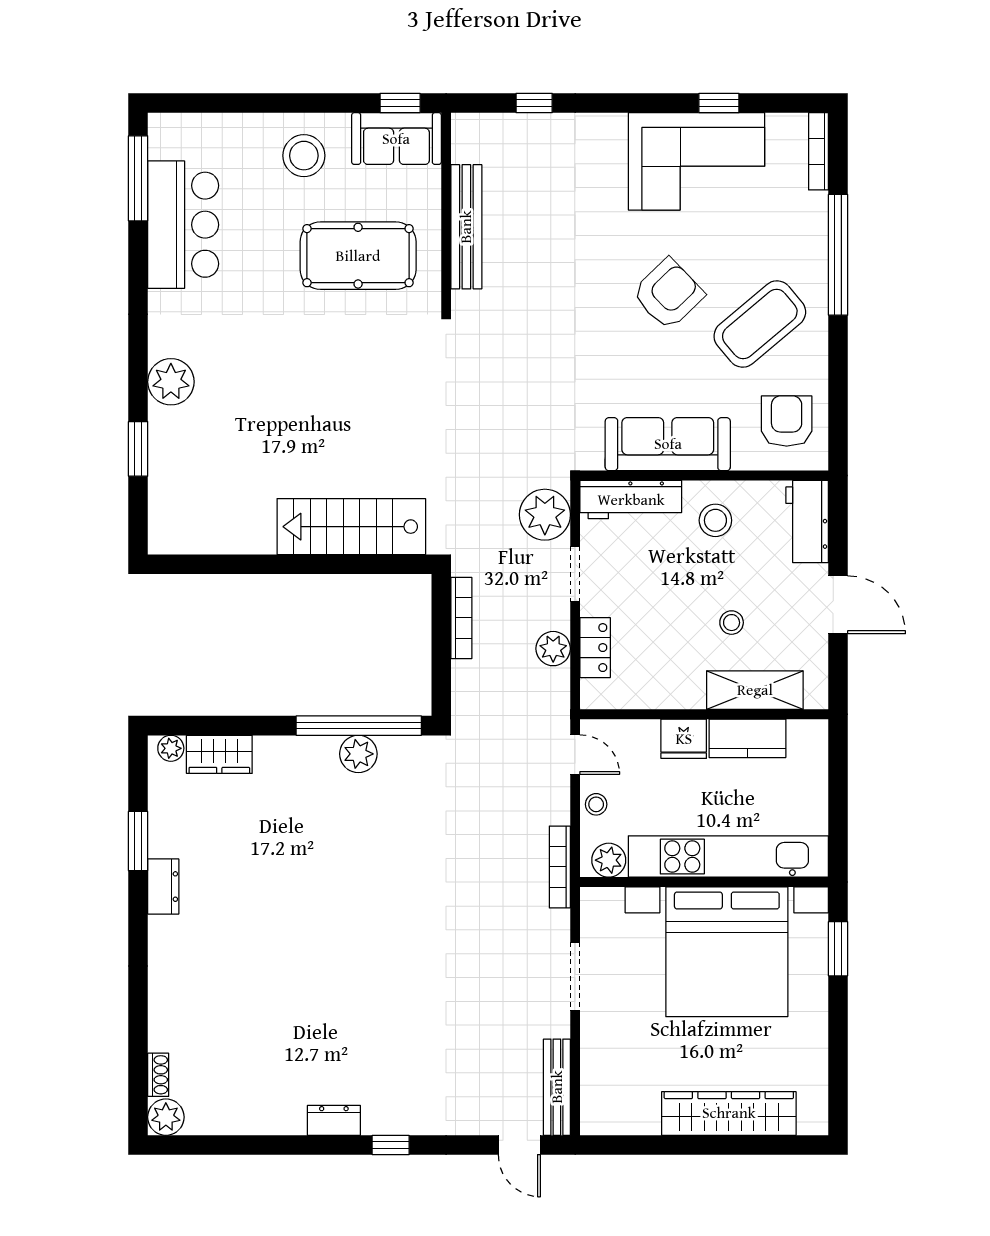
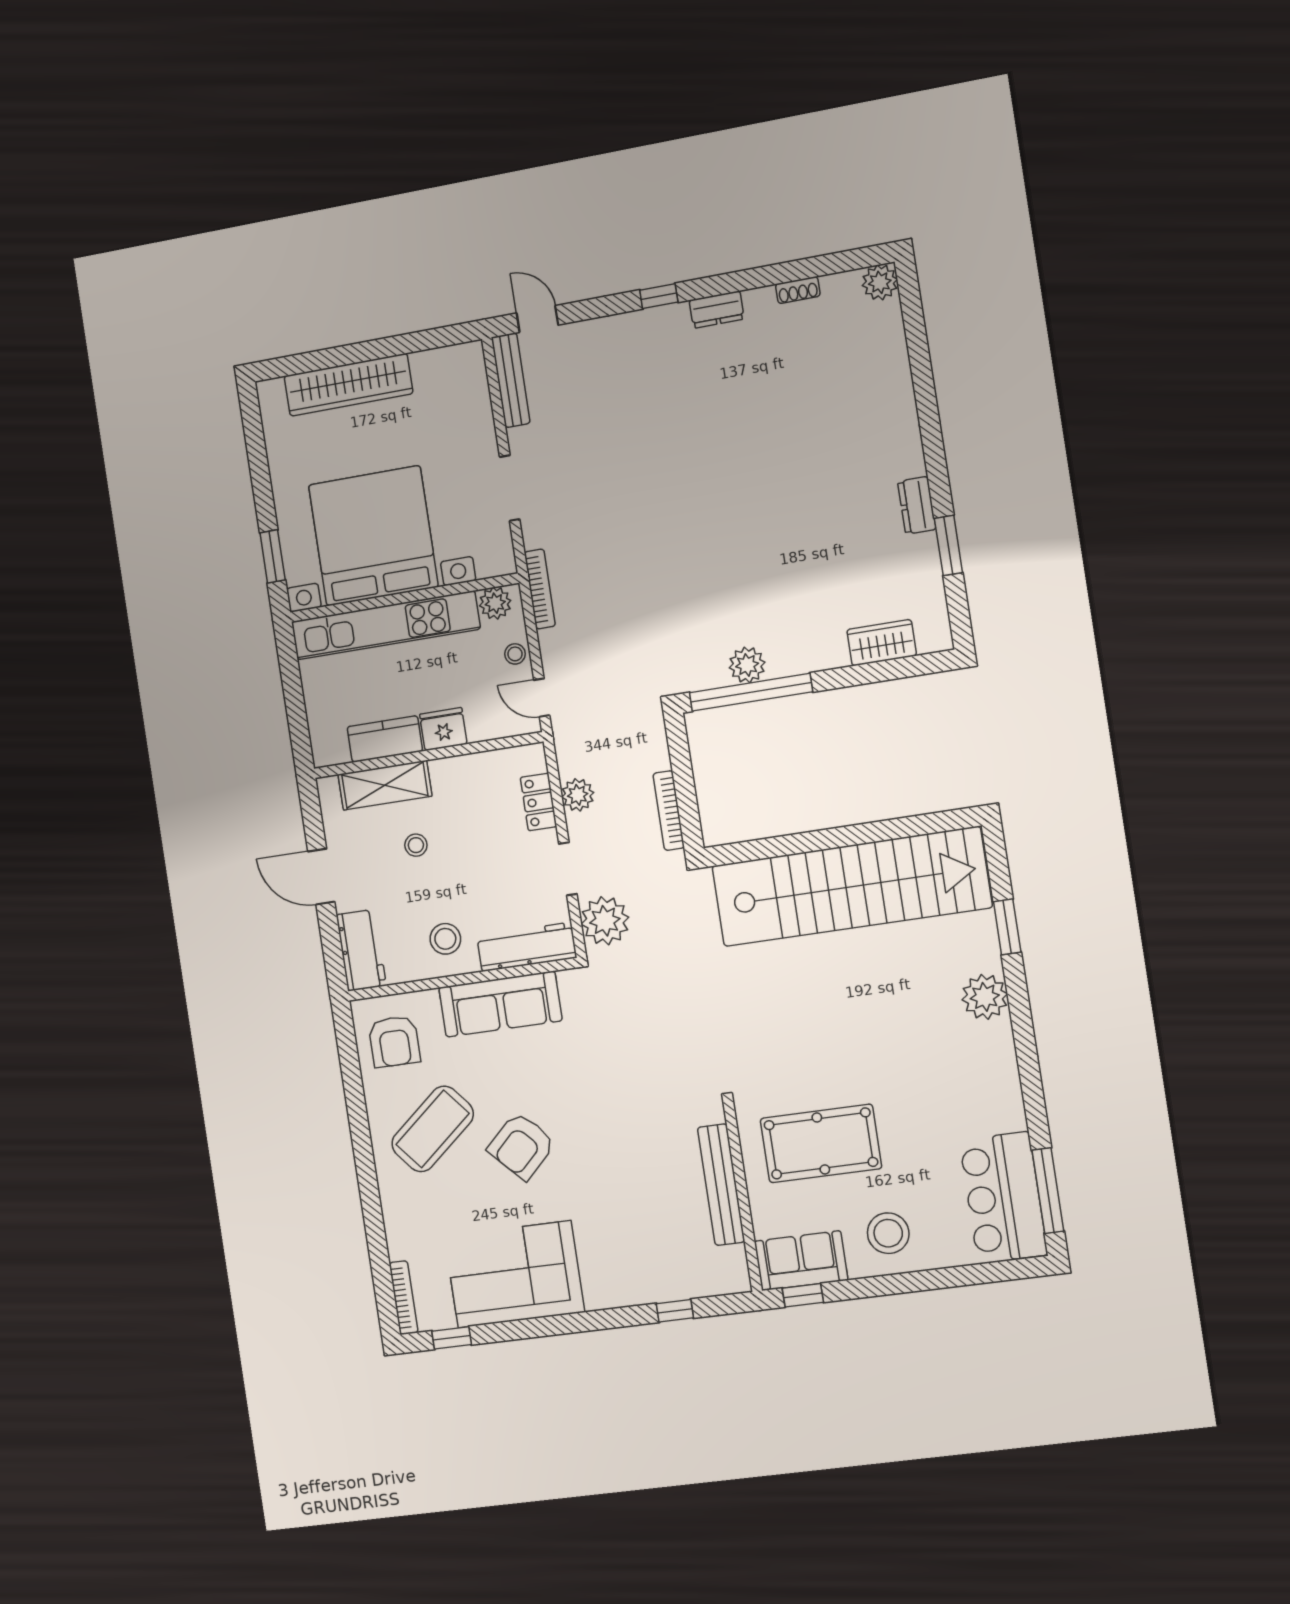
window: (719, 103) -> (452, 1338), moved
bar counter: (183, 225) -> (1003, 1197), moved
window: (838, 255) -> (371, 1203), removed
stairs: (351, 527) -> (851, 887), width x1.86, depth x1.51
plant: (171, 748) -> (930, 641), removed
shoe rack: (158, 1075) -> (798, 290), moved, turned -90

